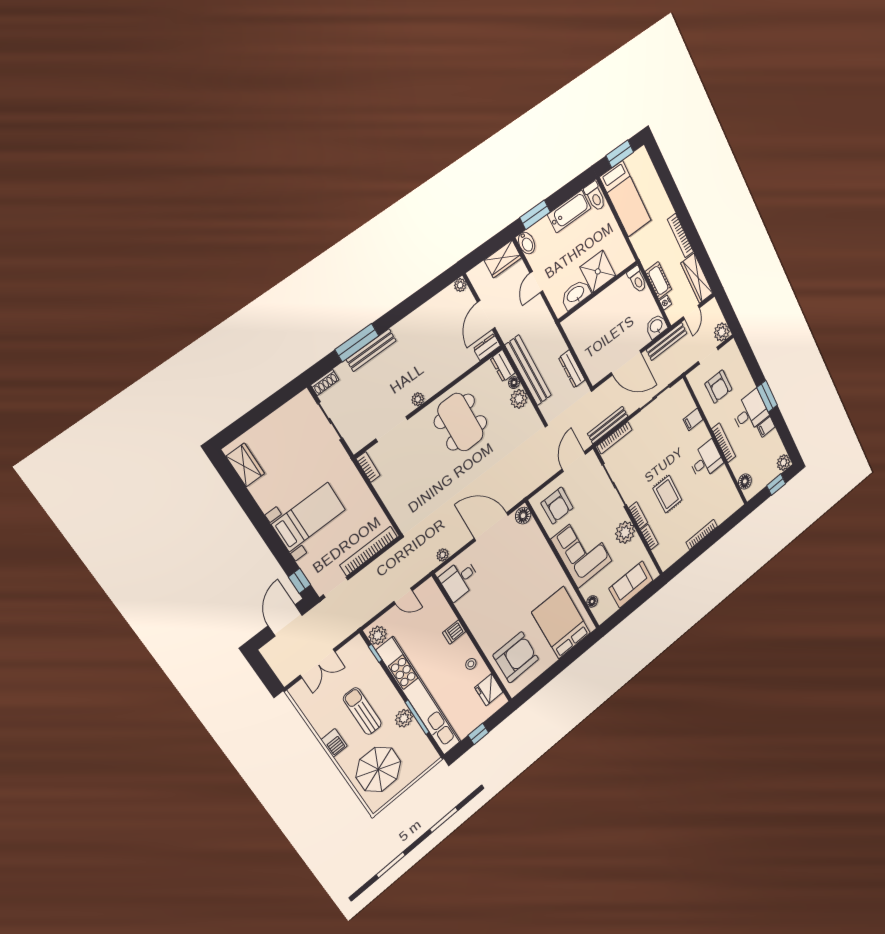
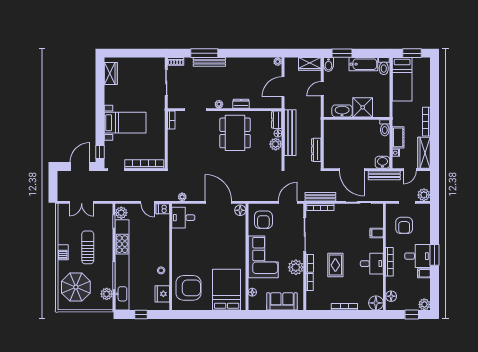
dresser: (487, 347) -> (241, 104), moved
floor lamp: (733, 502) -> (376, 303), added
dishwasher: (454, 632) -> (163, 209), moved
plant: (404, 718) -> (107, 294), moved

